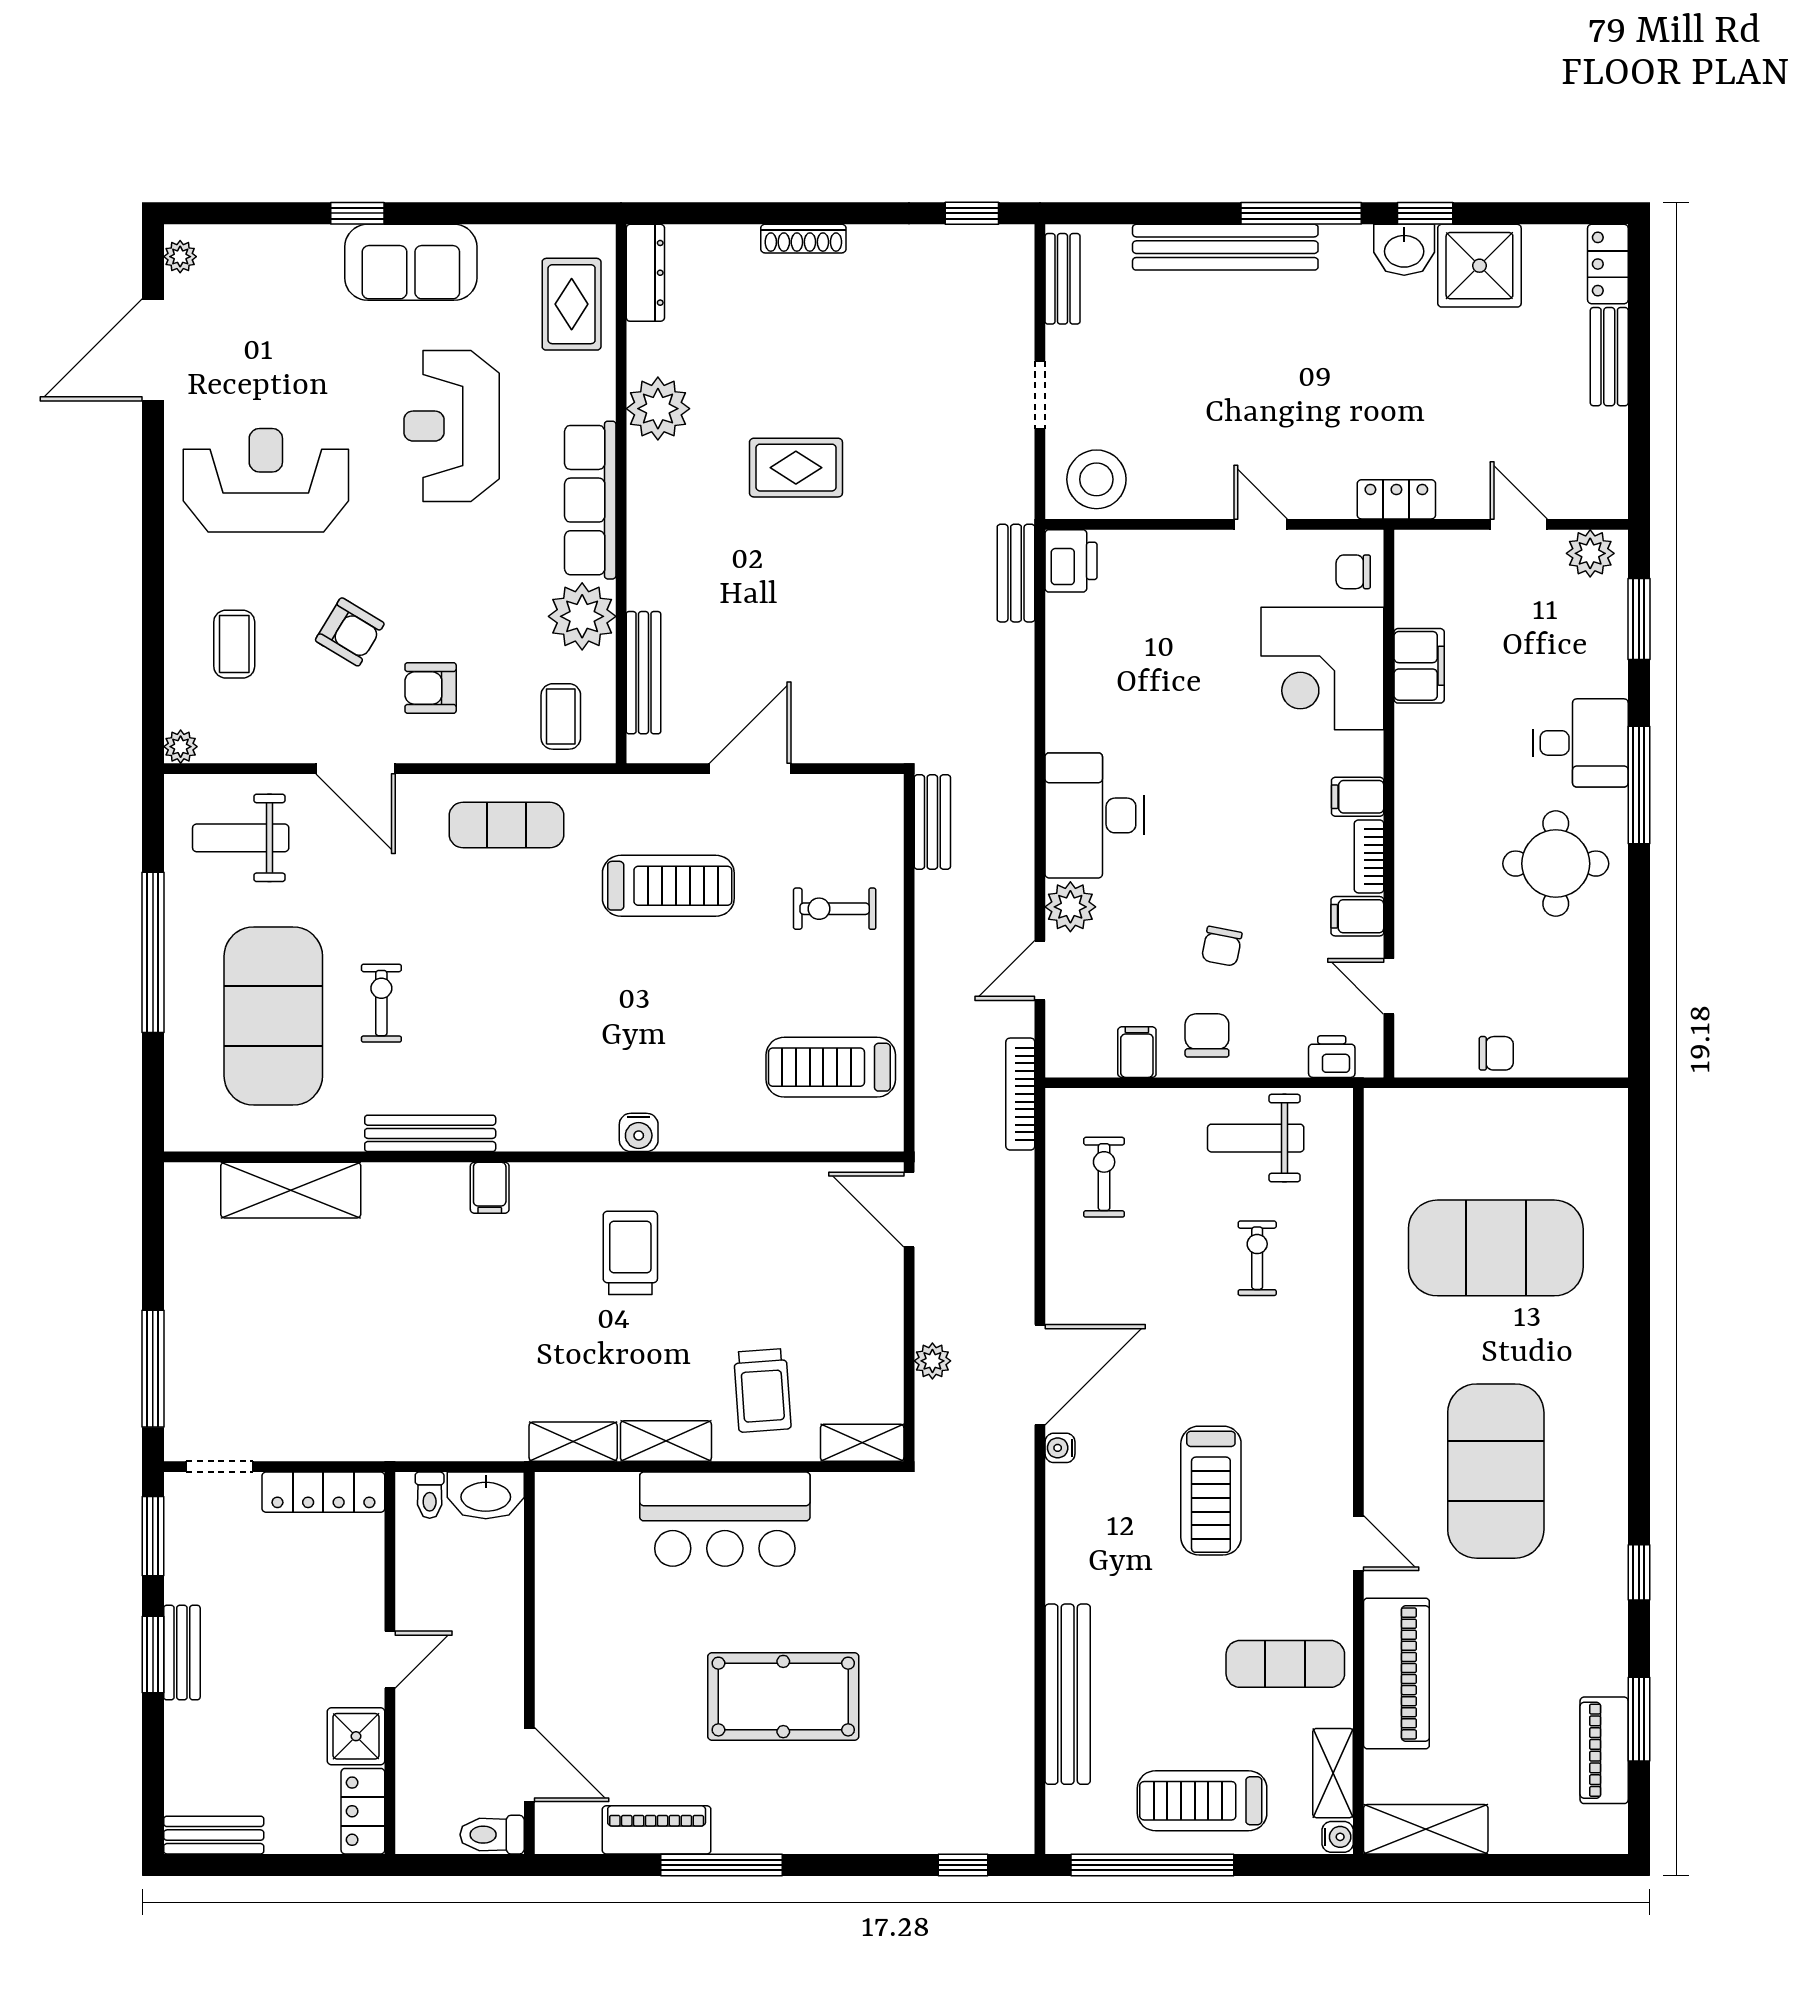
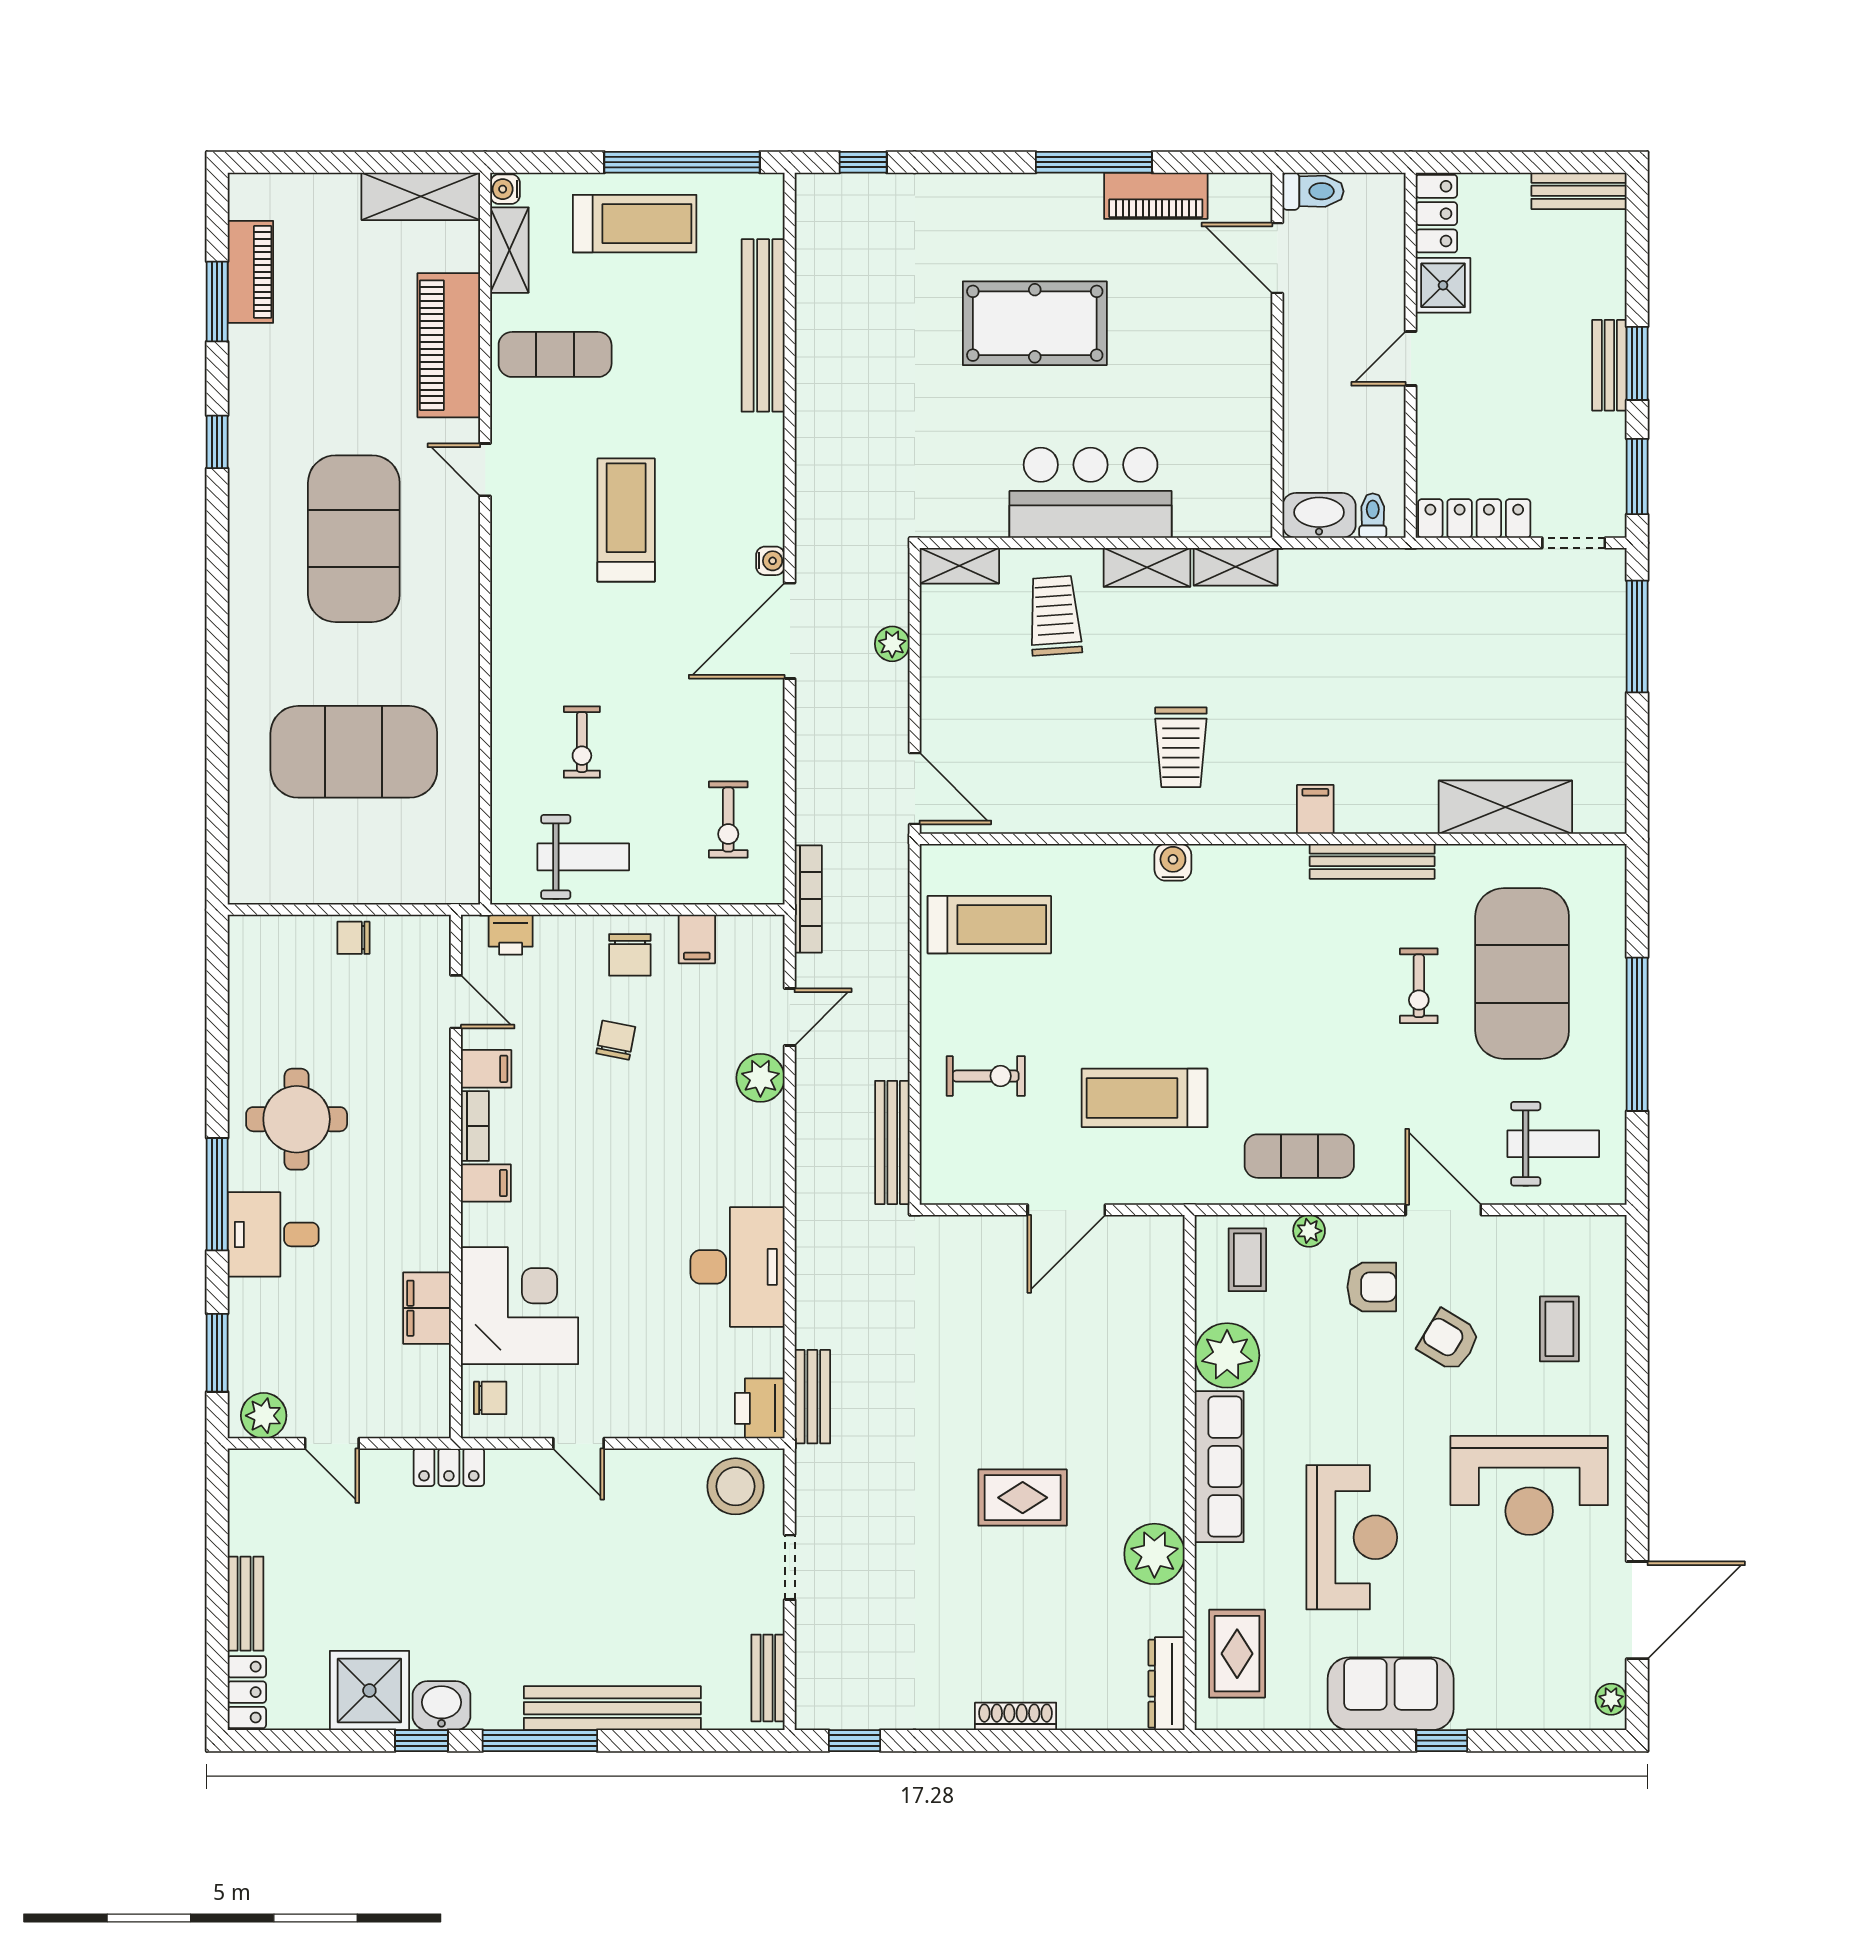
bench: (643, 673) -> (1168, 1302), removed
plant: (181, 747) -> (1309, 1231), moved
desk: (1094, 815) -> (737, 1267), moved
bench: (932, 822) -> (892, 1142), width x1.36

